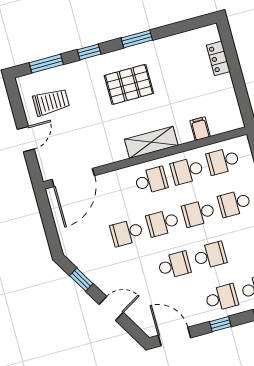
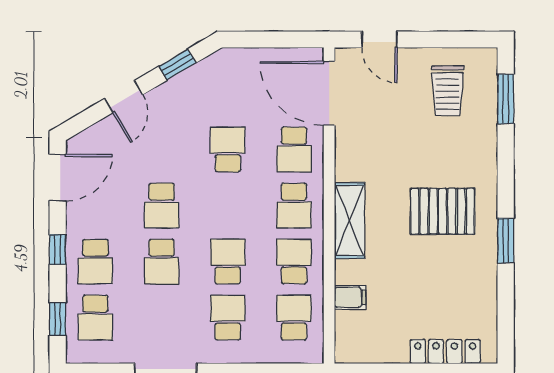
window: (89, 52) -> (506, 166), removed
locker: (218, 58) -> (445, 352), width x1.53
pallet: (129, 84) -> (443, 211), turned 90
door: (26, 139) -> (379, 39), moved
school desk: (163, 223) -> (294, 149), moved, turned 180

